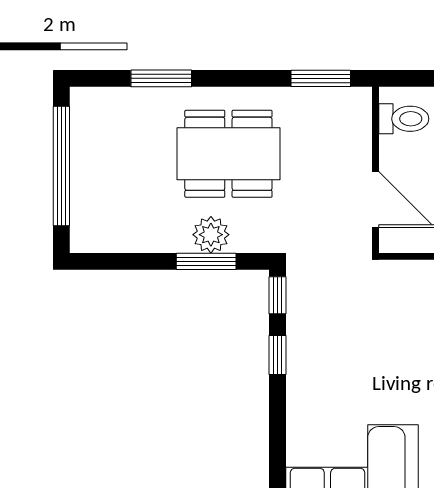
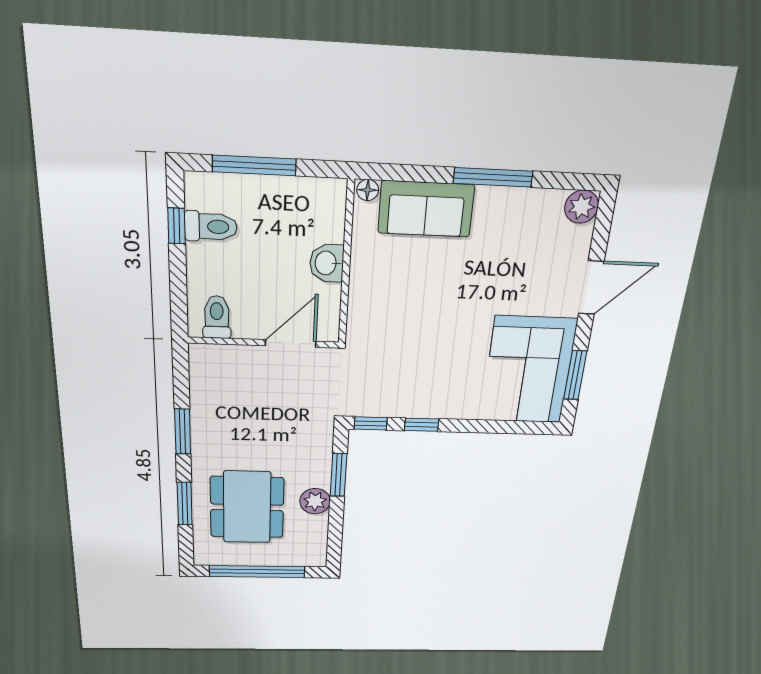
window: (321, 78) -> (183, 432), moved
dining table: (228, 154) -> (247, 507), moved
plant: (211, 235) -> (315, 501), moved

